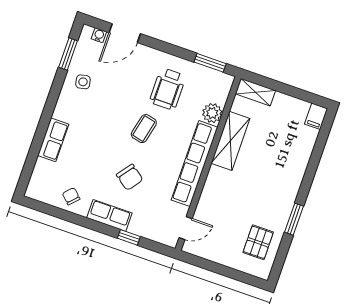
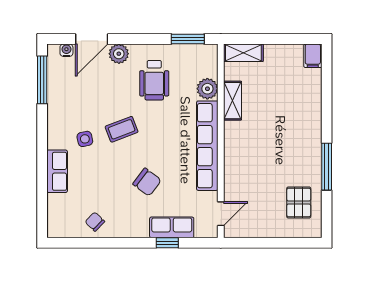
window: (68, 54) -> (42, 80), width x1.44
plant: (144, 55) -> (119, 54), added
side table: (83, 82) -> (85, 139), moved
coffee table: (144, 129) -> (122, 129), moved, turned 56
shelving: (230, 141) -> (233, 101), width x0.67, depth x0.75
row of seats: (109, 215) -> (172, 227), moved
window: (294, 219) -> (327, 167), width x1.44

